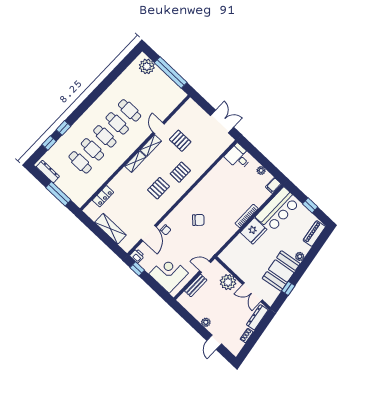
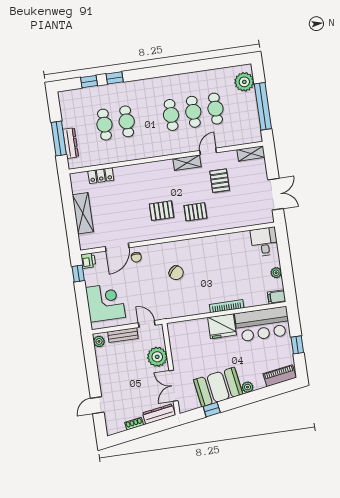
cafe table: (105, 136) -> (215, 109), moved
shelving: (135, 162) -> (251, 153), moved
dresser: (48, 172) -> (71, 143), moved
plant: (206, 322) -> (99, 341), moved

